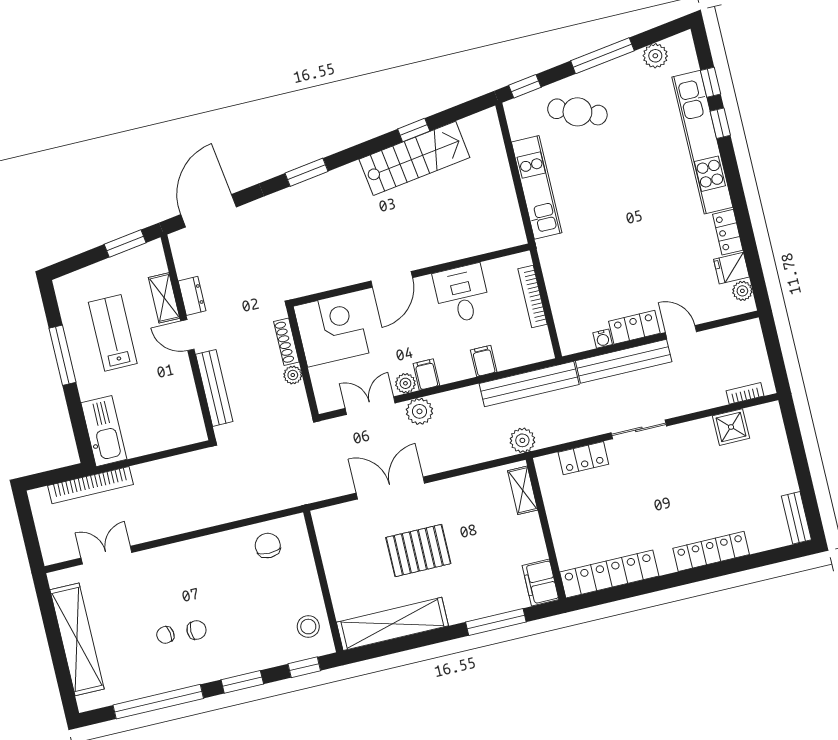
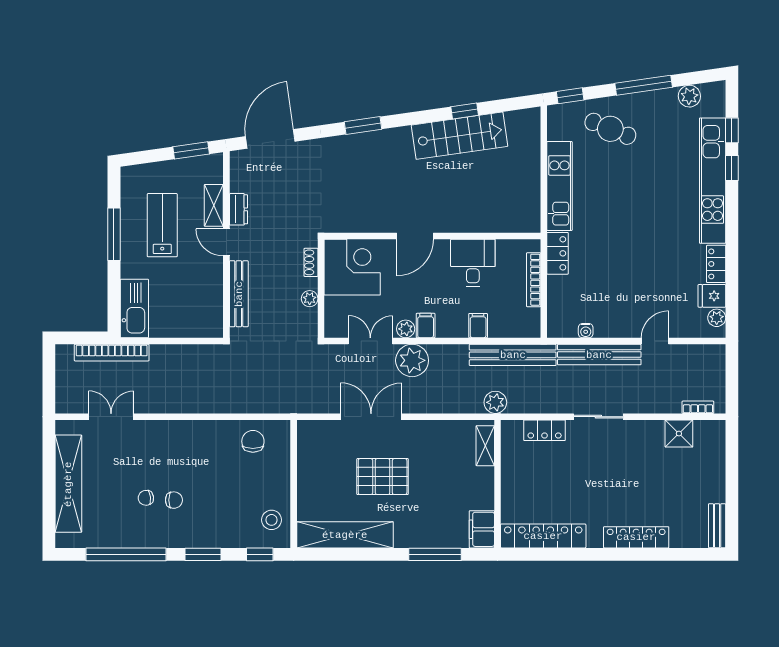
locker: (634, 327) -> (558, 253), moved, turned 90
door: (681, 332) -> (655, 341), hinge flipped
shoe rack: (286, 342) -> (311, 262), width x0.70
plant: (419, 411) -> (412, 360), width x1.36, depth x1.36

